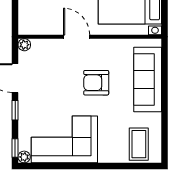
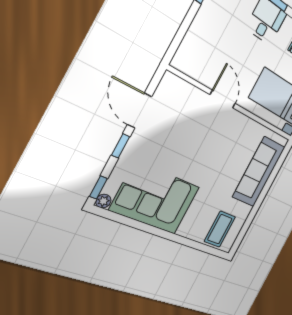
plant: (24, 45) -> (169, 79), removed
armchair: (96, 83) -> (215, 154), removed

